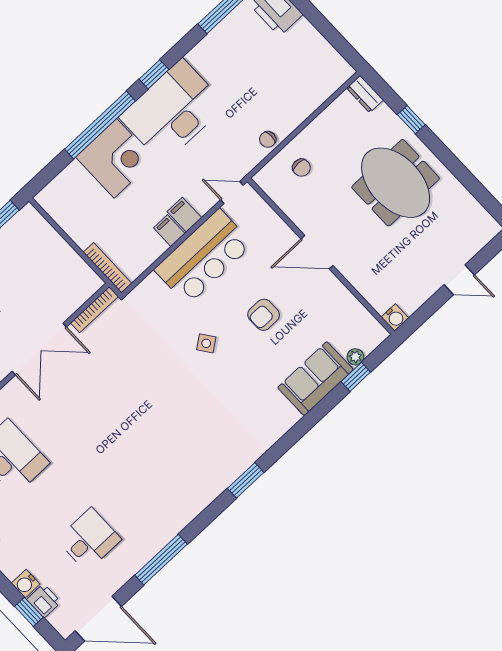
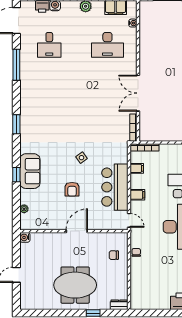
door: (232, 192) -> (129, 220), hinge flipped
filing cabinet: (169, 231) -> (137, 168), moved
armchair: (264, 315) -> (72, 189), turned 180
window: (356, 377) -> (16, 175), moved
sofa: (315, 379) -> (30, 171), moved

